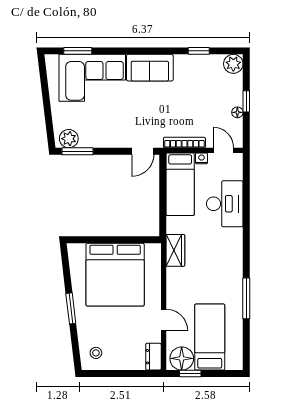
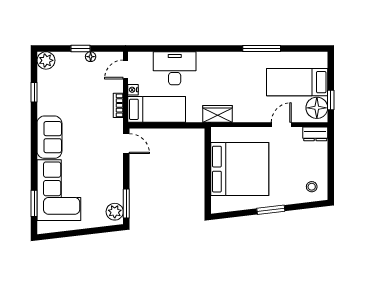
bookcase: (184, 143) -> (118, 105), width x0.64

